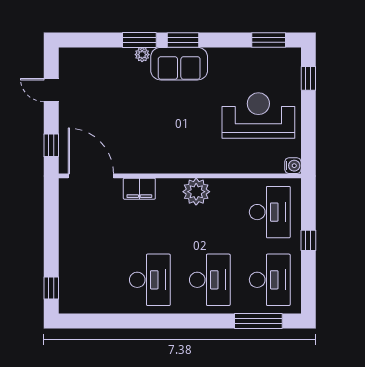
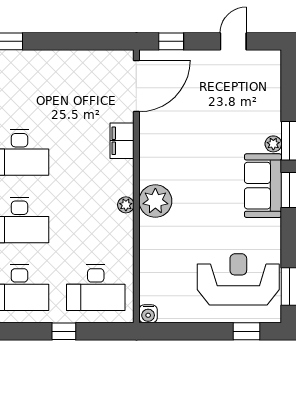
reception desk: (258, 116) -> (238, 279), moved, turned -90
plant: (193, 159) -> (155, 201), added
plant: (196, 192) -> (126, 205), width x0.53, depth x0.53

